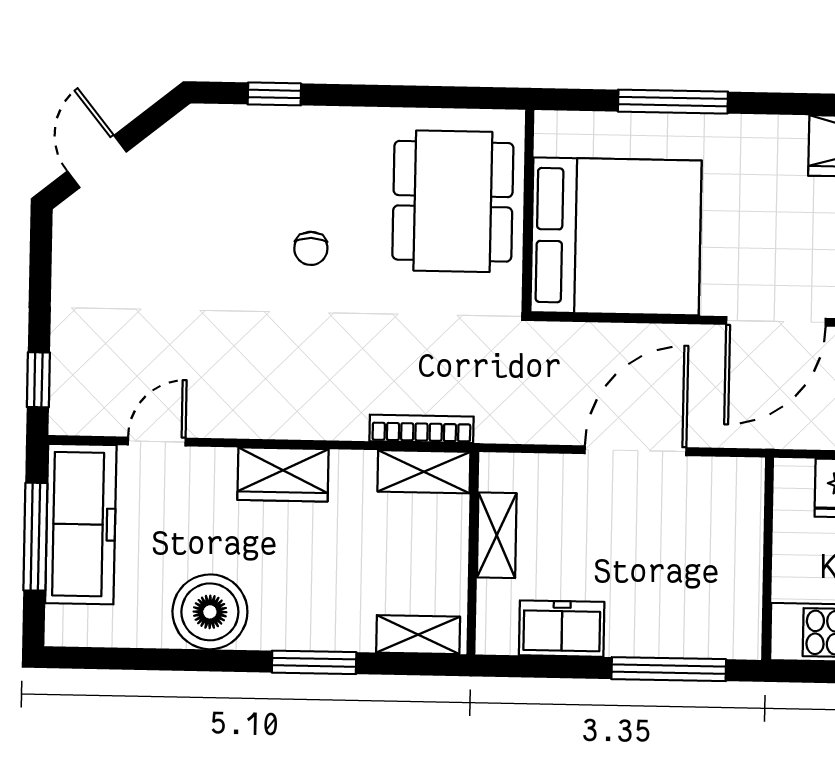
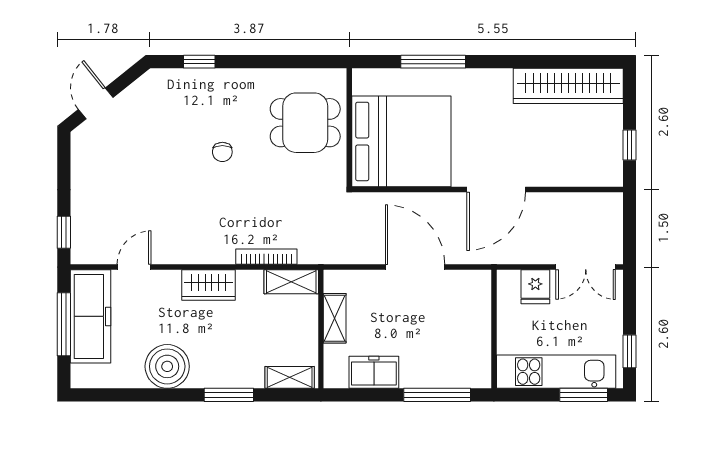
dining table: (453, 201) -> (305, 123), width x0.73
bookcase: (421, 429) -> (266, 257), moved
door: (636, 451) -> (415, 267), hinge flipped

